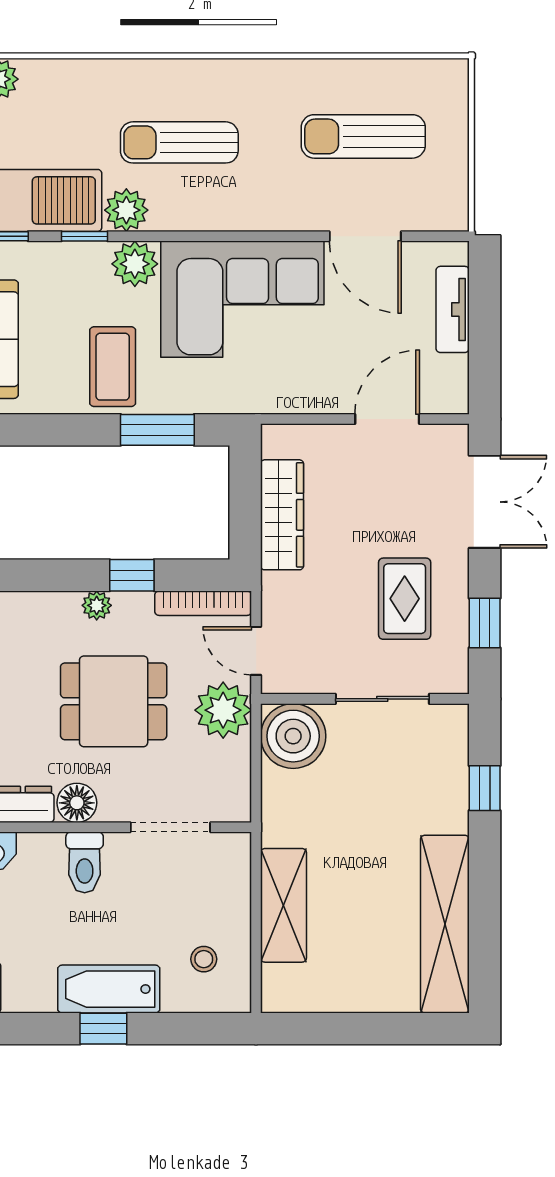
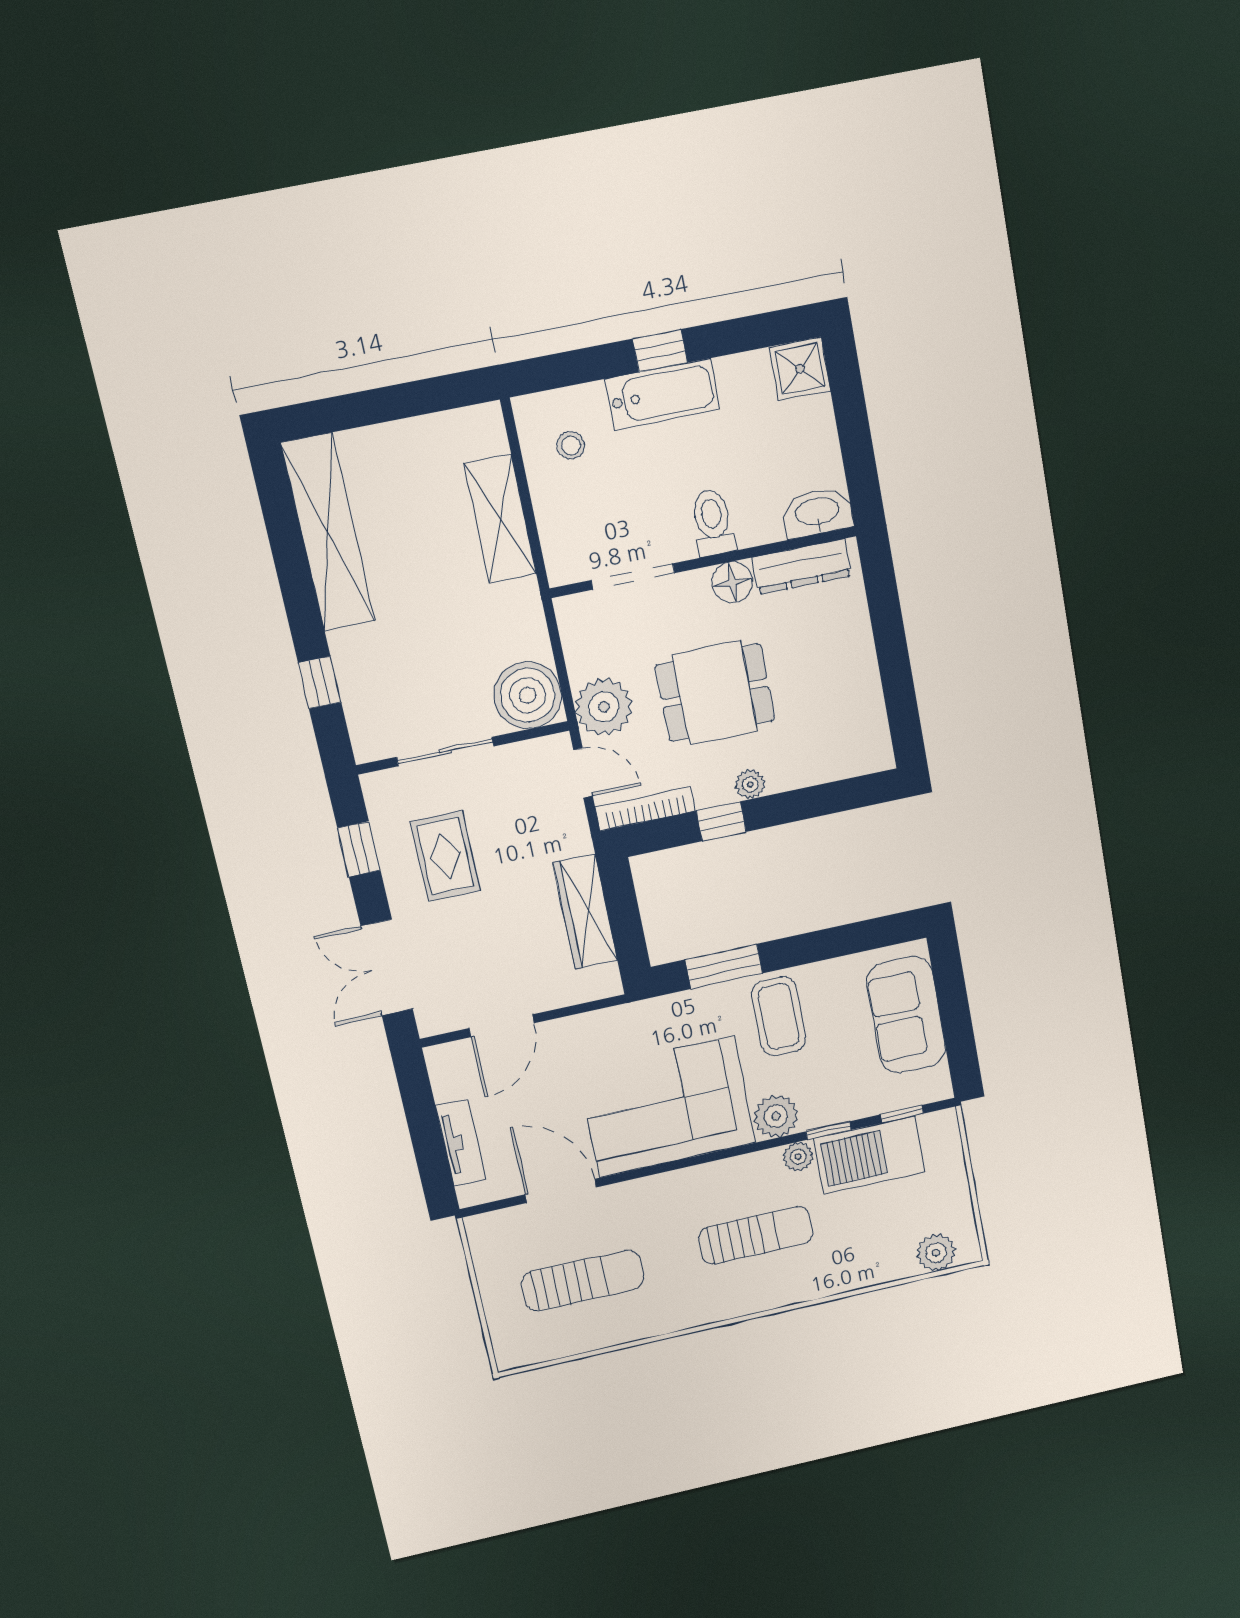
plant: (126, 210) -> (798, 1157), width x0.73, depth x0.73

